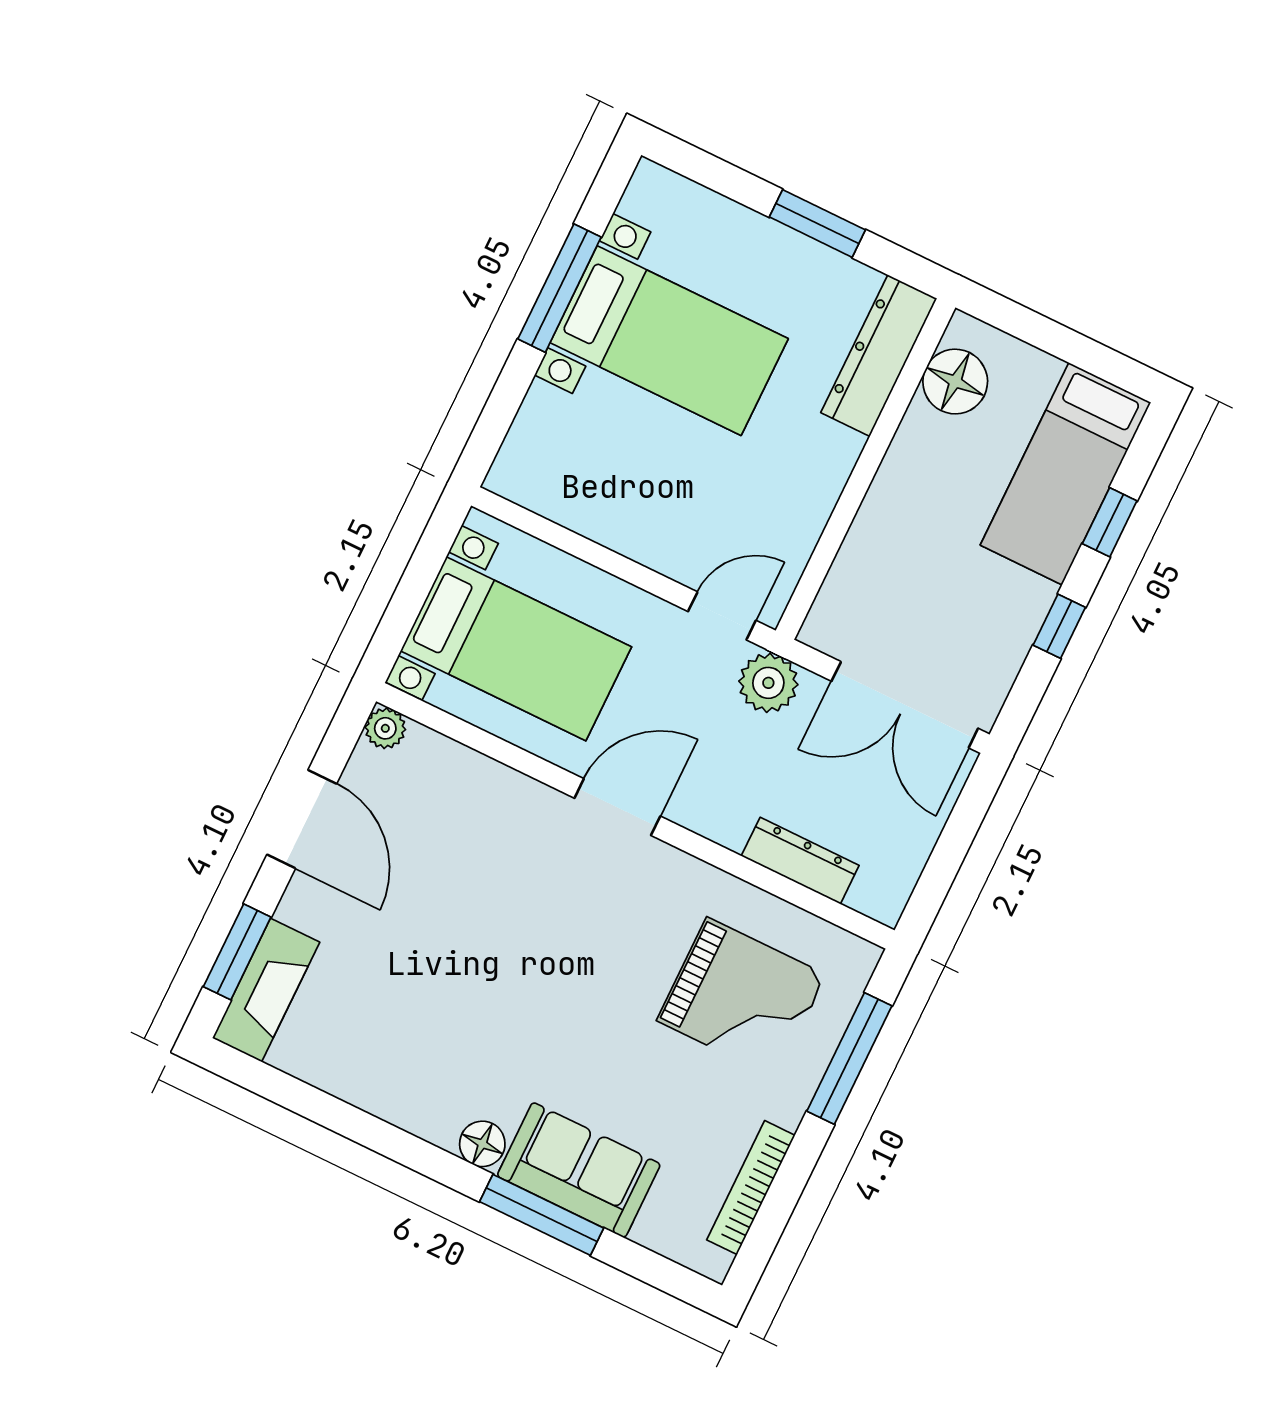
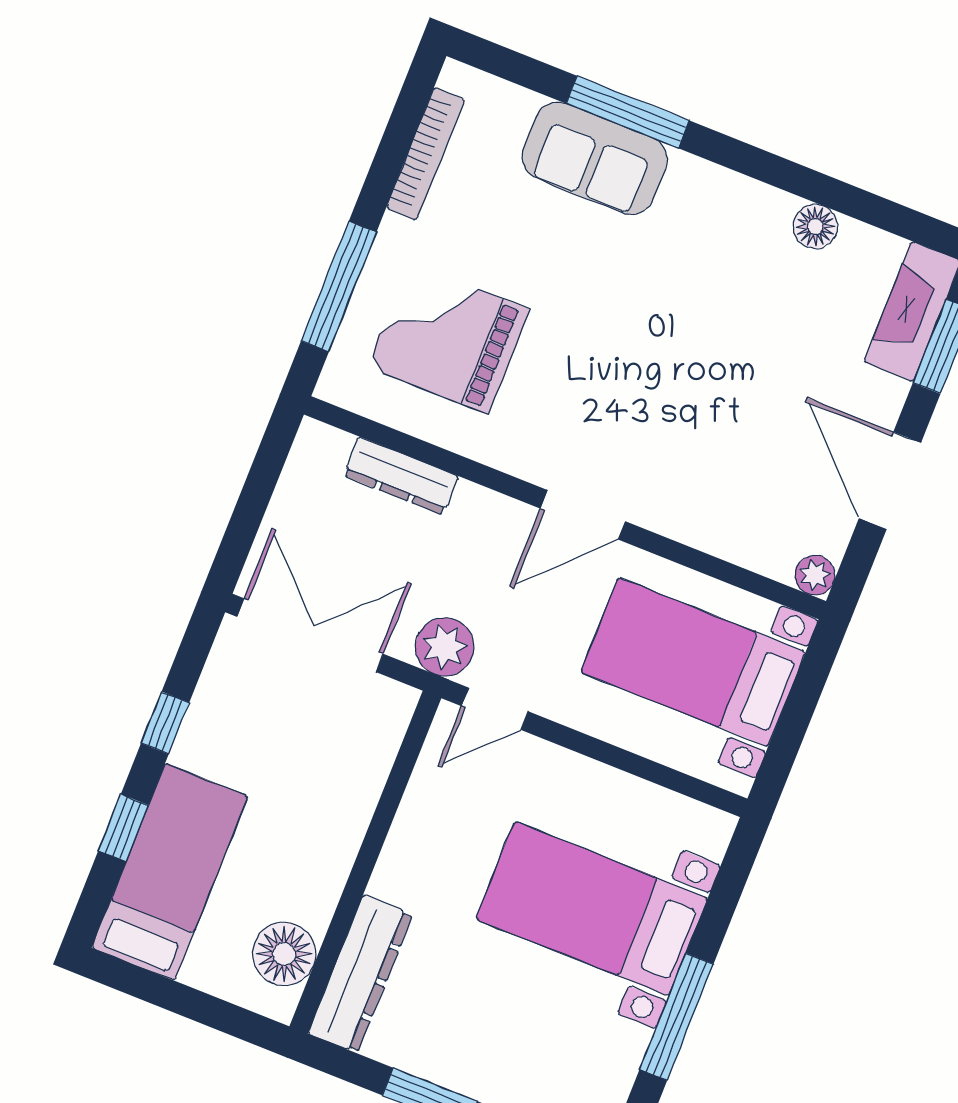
bed with nightstands: (669, 341) -> (592, 909), moved
floor lamp: (482, 1144) -> (815, 227), moved

